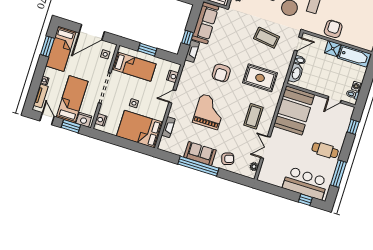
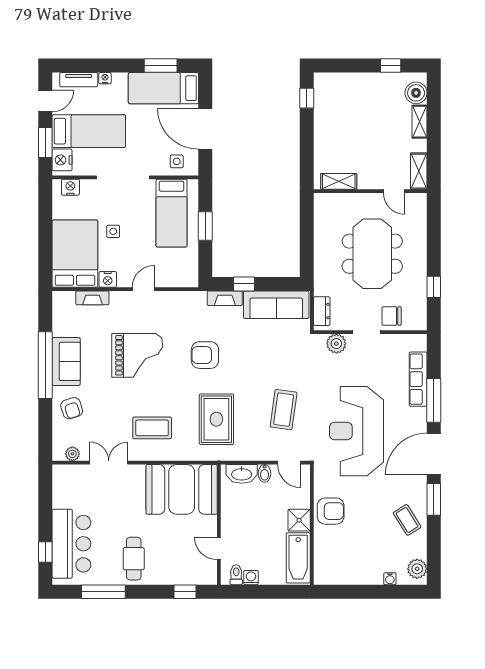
nightstand: (173, 76) -> (108, 279), moved
door: (172, 96) -> (143, 289), hinge flipped

